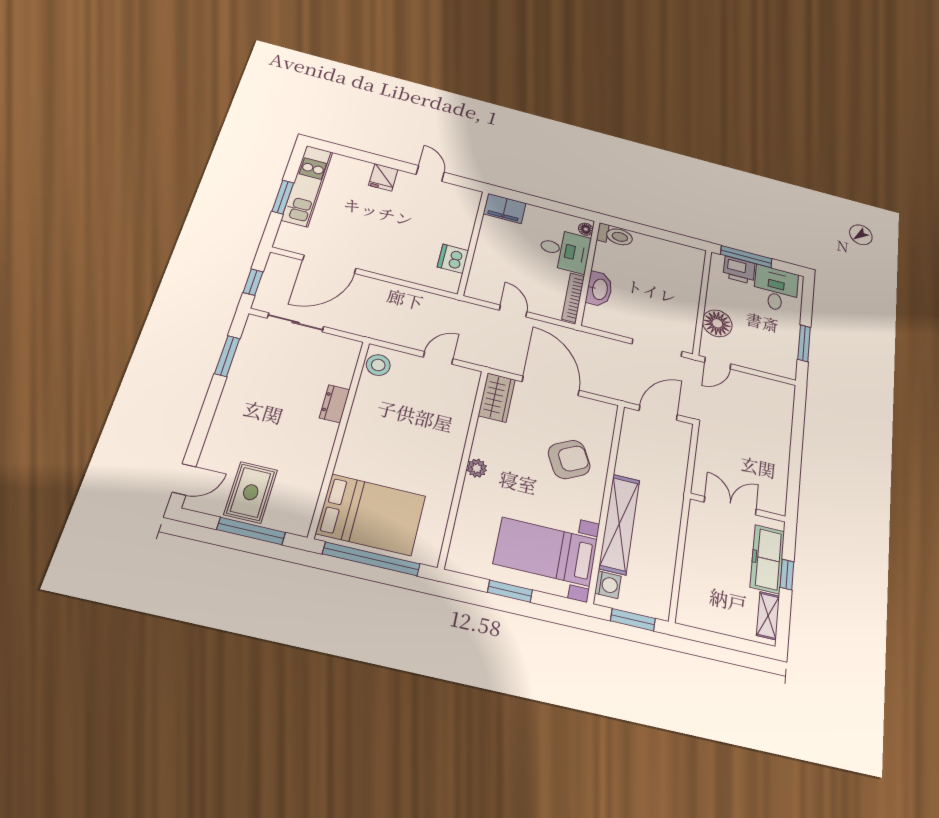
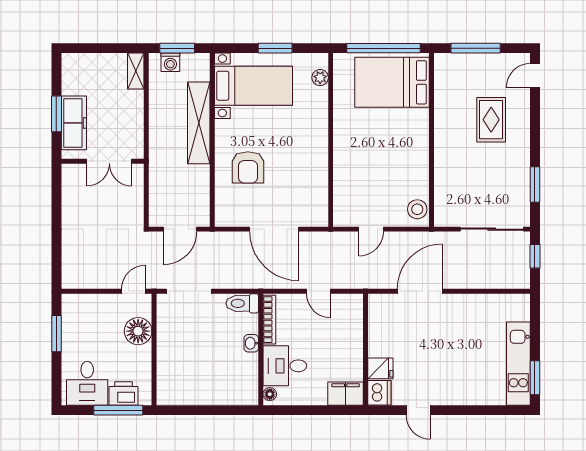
fridge: (383, 177) -> (380, 368), moved, turned 90
window: (283, 197) -> (535, 378), moved
toilet: (615, 236) -> (242, 303), moved
dishwasher: (453, 259) -> (379, 393), moved
door: (329, 264) -> (420, 291), moved
washbasin: (599, 289) -> (251, 343), width x0.52, depth x0.69
sliding door: (295, 322) -> (492, 229), width x1.37
wardrobe: (497, 398) -> (316, 206), removed
dresser: (335, 404) -> (442, 166), removed
armchair: (569, 459) -> (248, 167), turned -63
plant: (477, 468) -> (320, 78), moved
rug: (251, 492) -> (491, 120), moved
window: (787, 575) -> (56, 114), width x1.50
washing machine: (608, 585) -> (170, 62), moved, turned -90
shelving: (768, 616) -> (136, 71), moved

